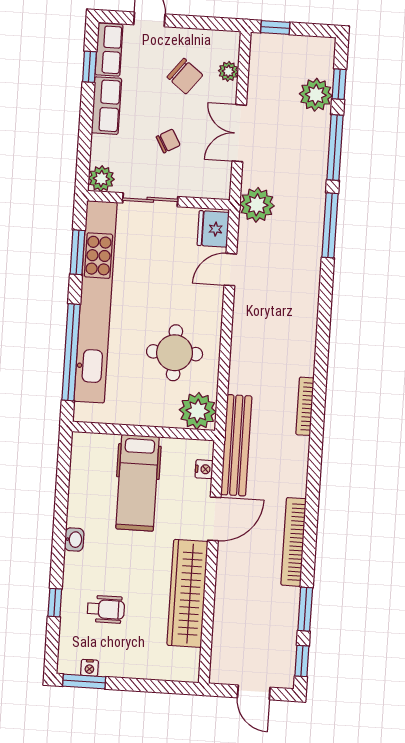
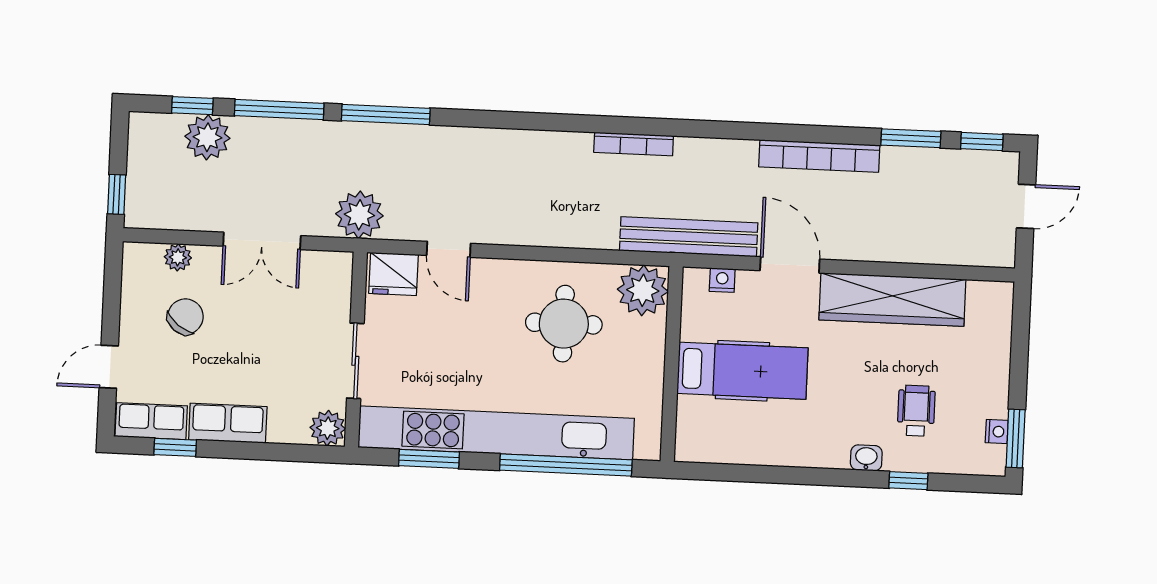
chair: (168, 141) -> (275, 338), removed
washbasin: (74, 540) -> (866, 458), moved

